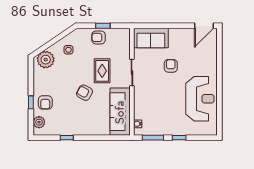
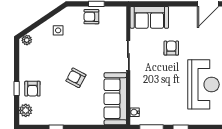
plant: (46, 60) -> (27, 40), width x0.53, depth x0.53
rug: (102, 71) -> (95, 54), removed

